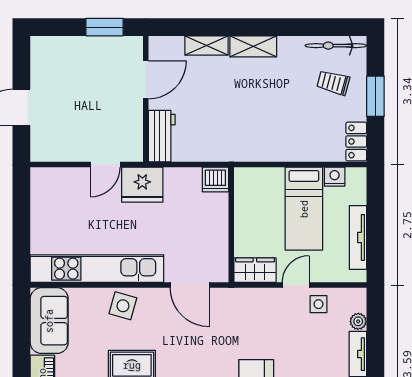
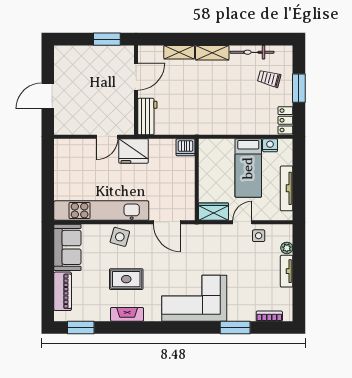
bicycle: (336, 46) -> (252, 52), moved

